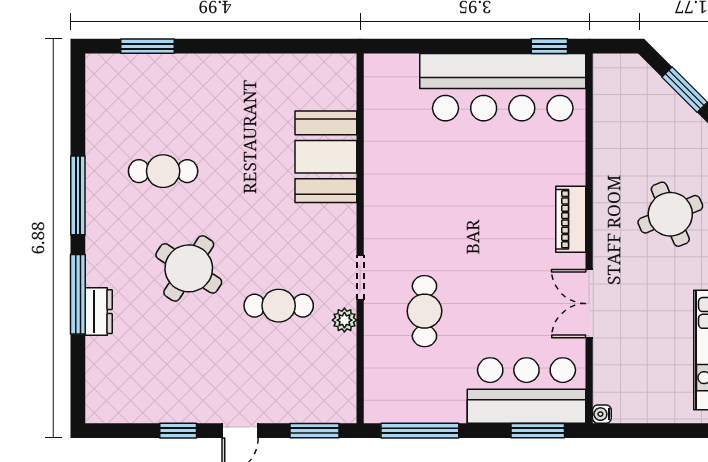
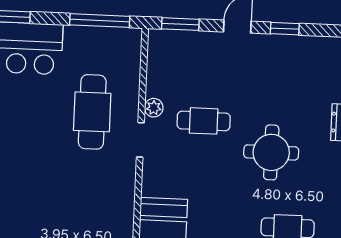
round table: (189, 268) -> (271, 152), turned -33
cafe table: (424, 311) -> (92, 112), width x1.37, depth x1.35

